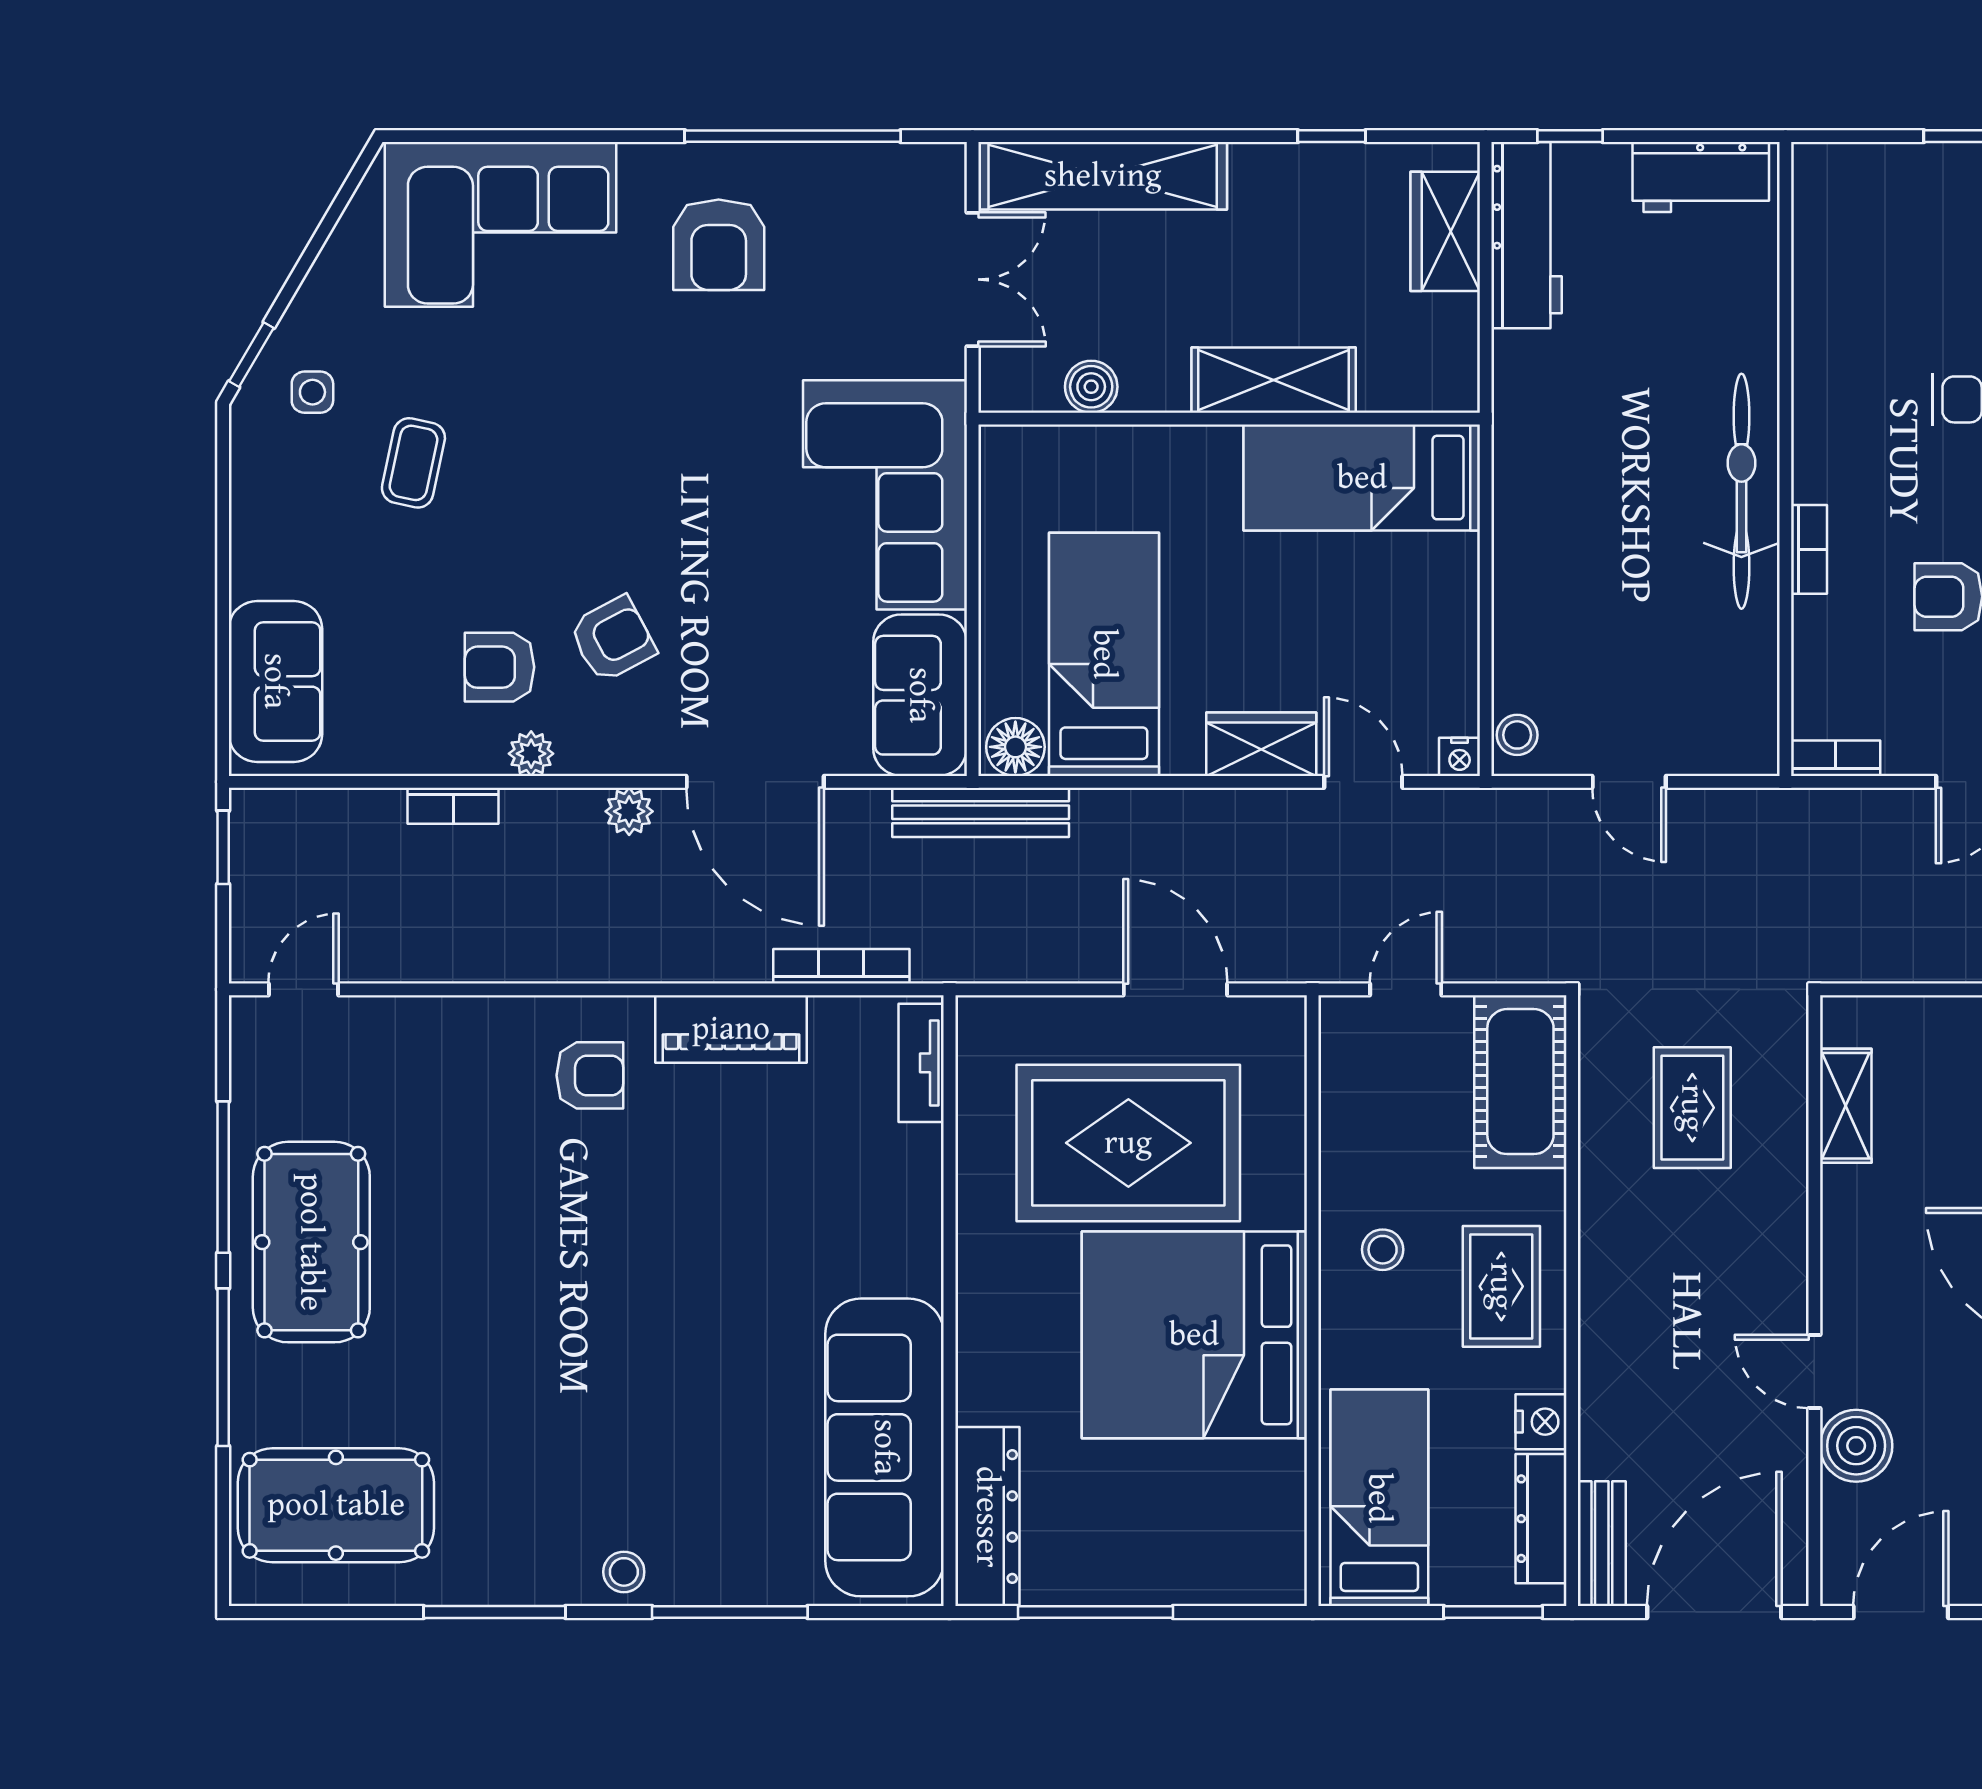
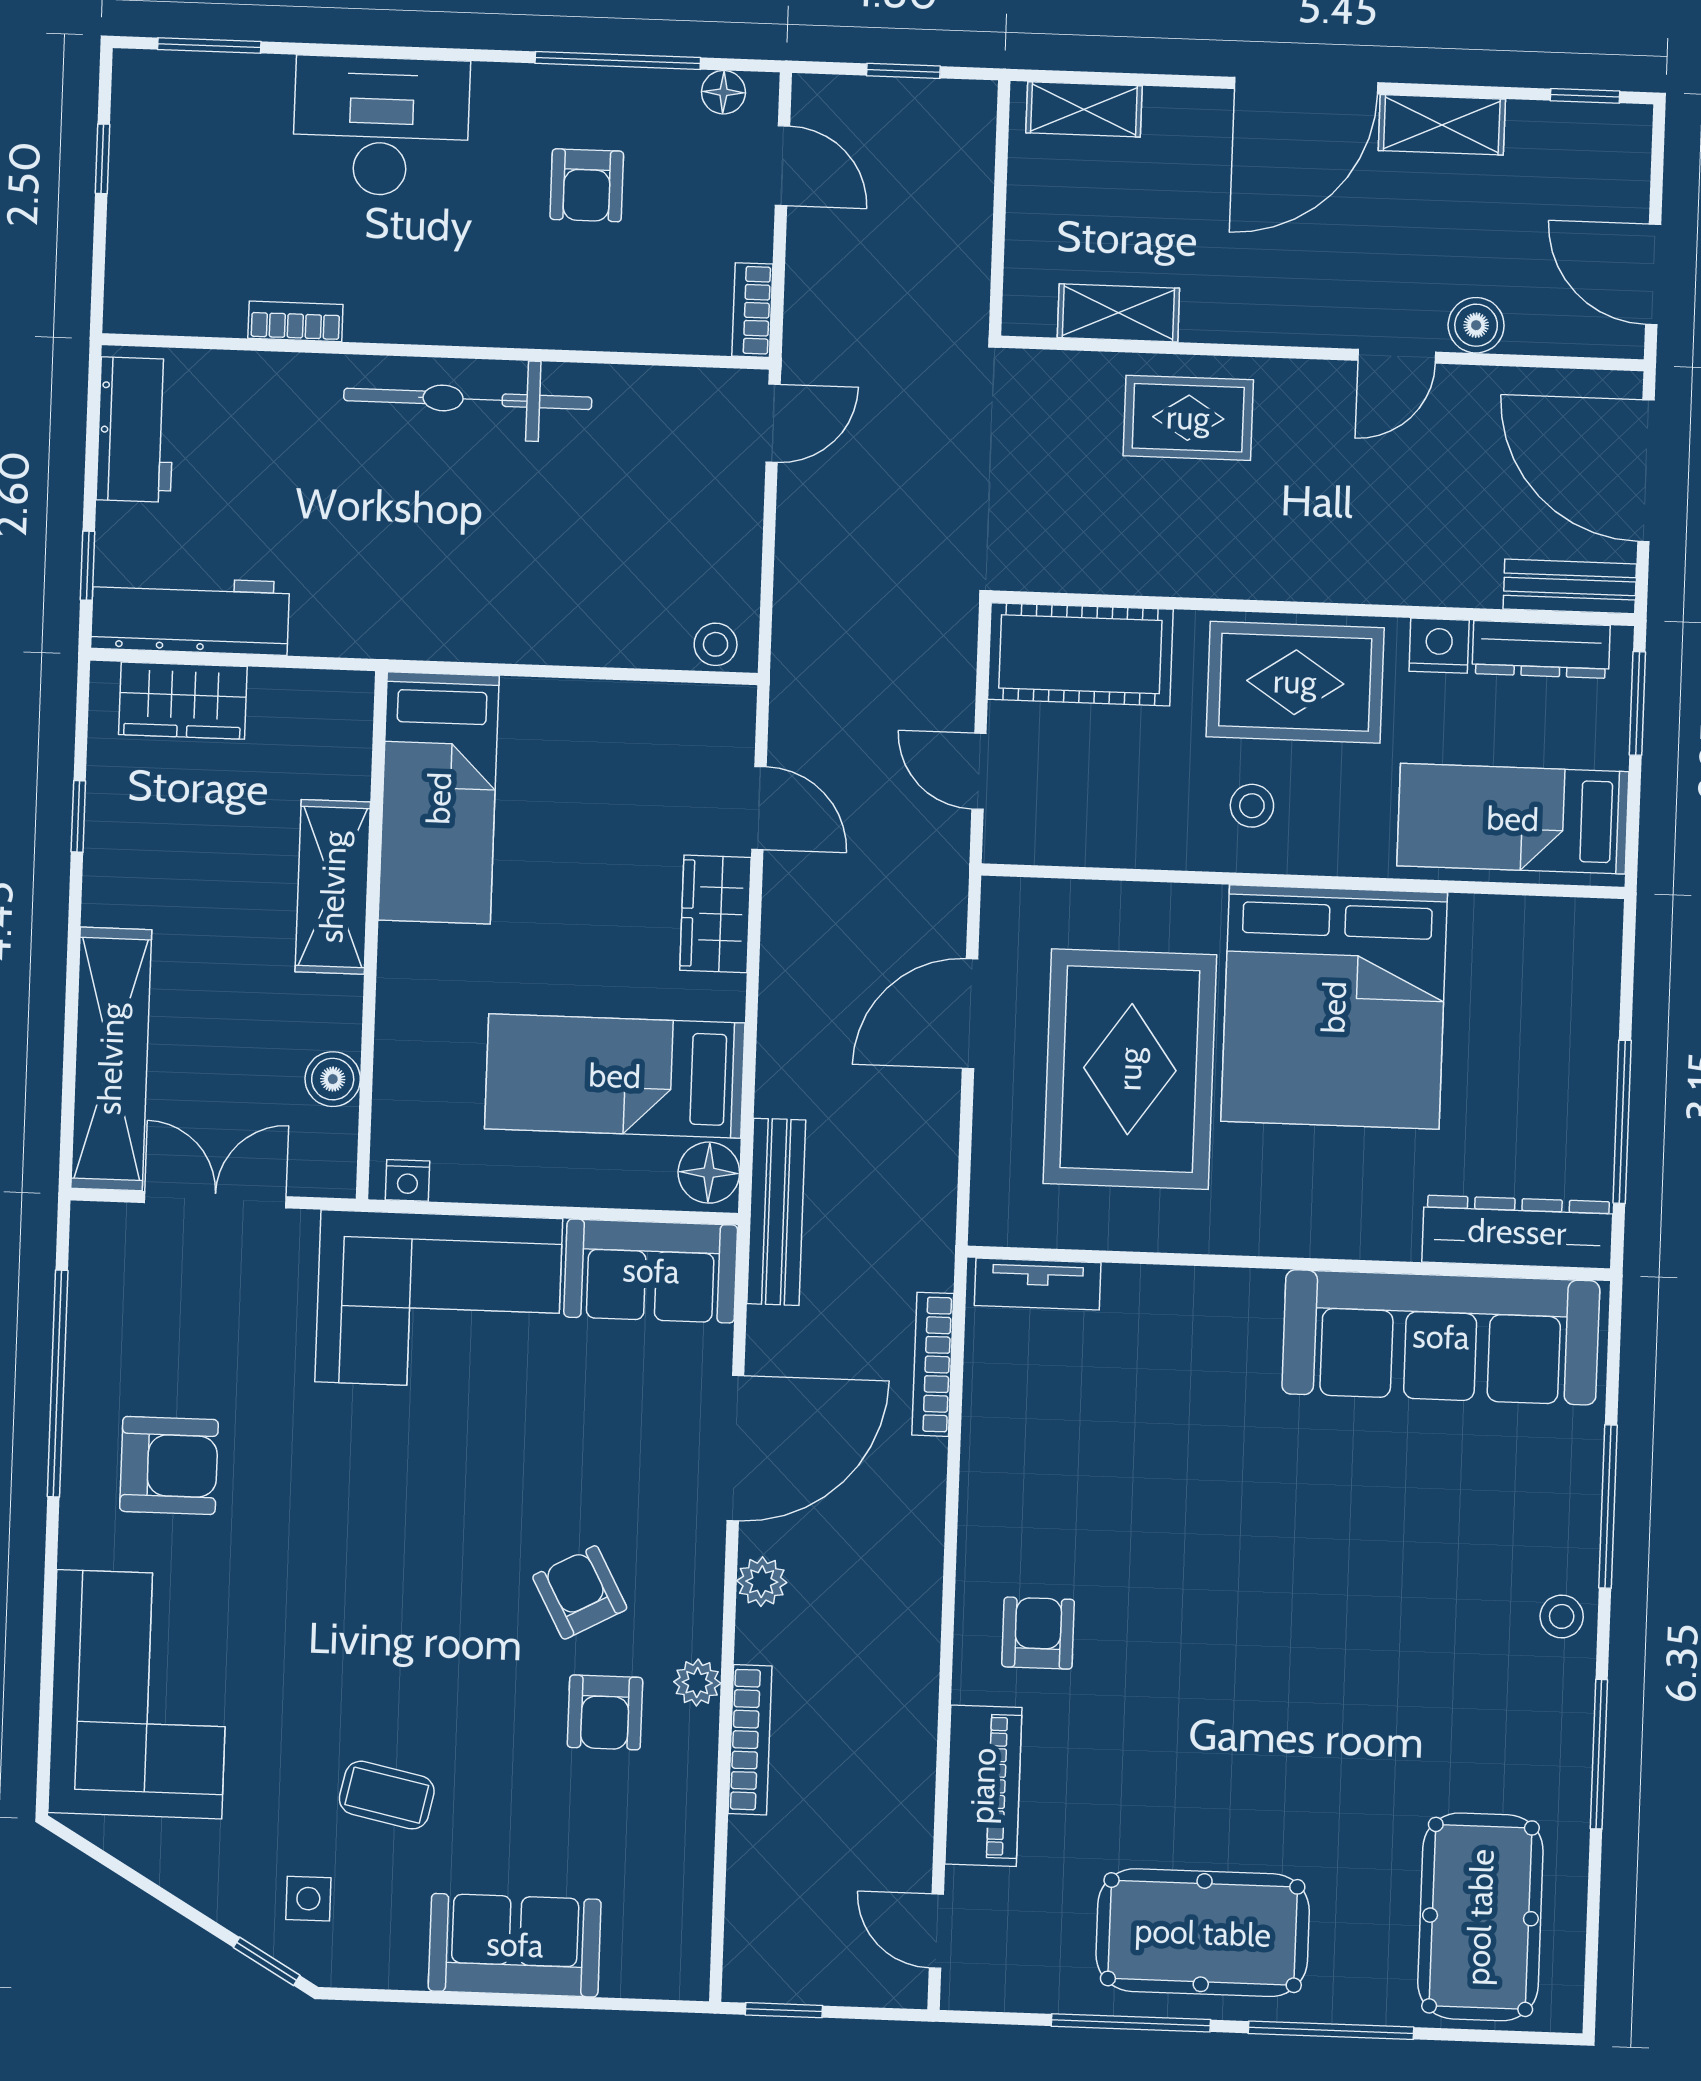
bookcase: (1809, 549) -> (295, 321), moved
sofa: (275, 681) -> (515, 1945), moved
nightstand: (1460, 757) -> (408, 1180), moved, turned 90
door: (1363, 782) -> (759, 808), swing flipped
door: (1629, 782) -> (773, 423), moved
bookcase: (453, 806) -> (750, 1740), width x1.56
piano: (731, 1029) -> (983, 1786), moved
rug: (1692, 1108) -> (1188, 418), moved
rug: (1501, 1286) -> (1295, 682), width x1.36, depth x1.43
boiler: (1856, 1446) -> (1476, 325), width x0.73, depth x0.73

